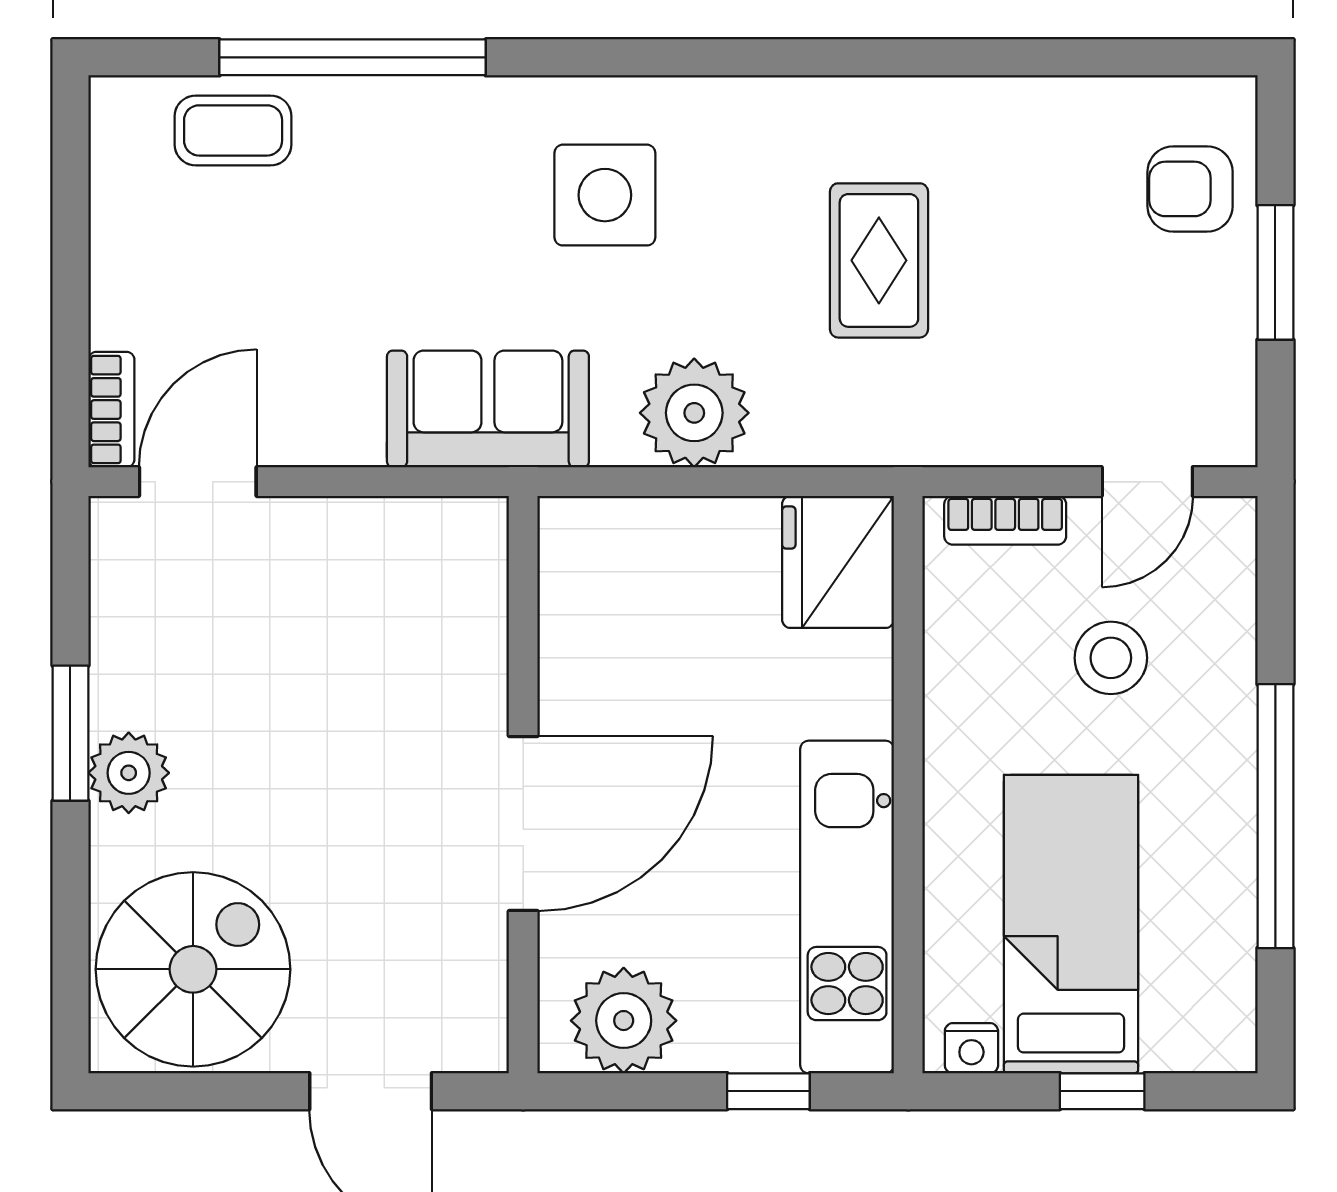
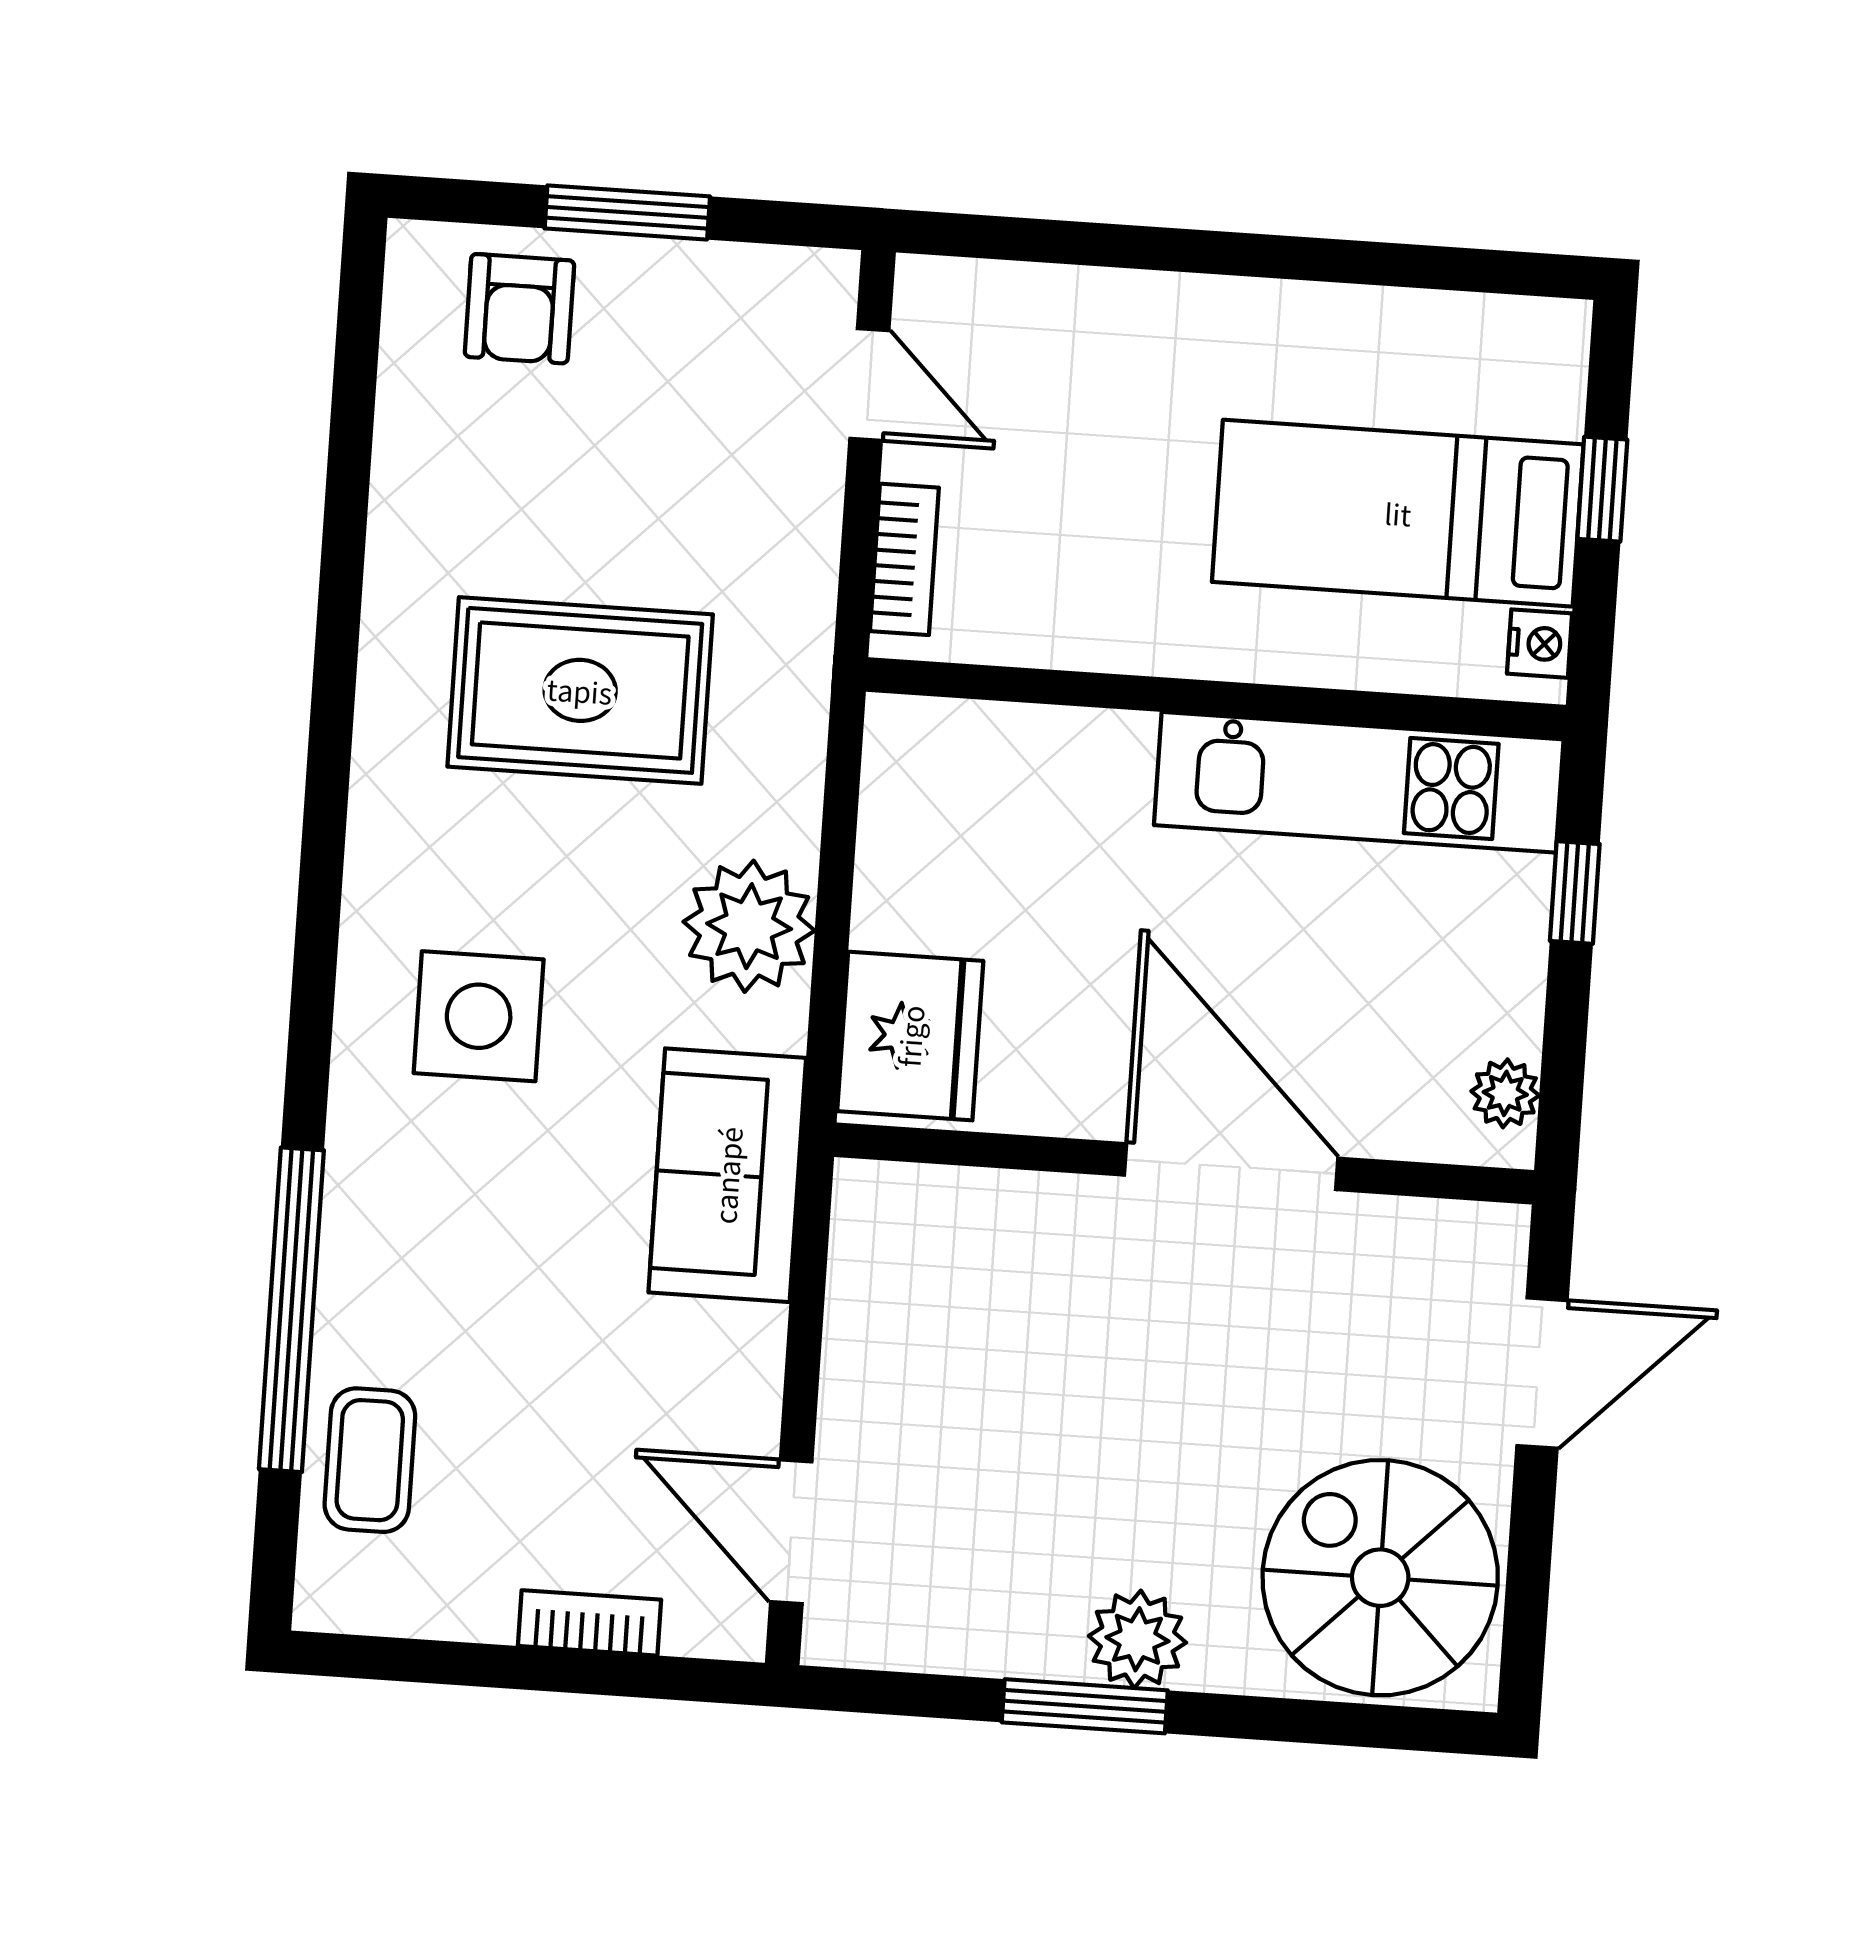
rug: (879, 260) -> (580, 690), width x1.36, depth x1.43
bookcase: (111, 410) -> (589, 1623), moved
fridge: (838, 562) -> (910, 1036), moved, turned -90
stool: (1111, 658) -> (1079, 443), removed
window: (1275, 816) -> (1284, 257), removed
plant: (624, 1021) -> (1505, 1093), width x0.53, depth x0.53

